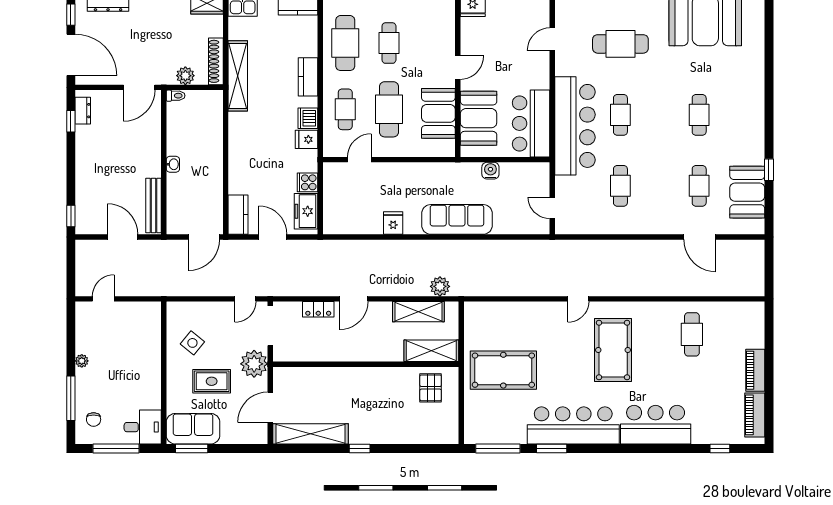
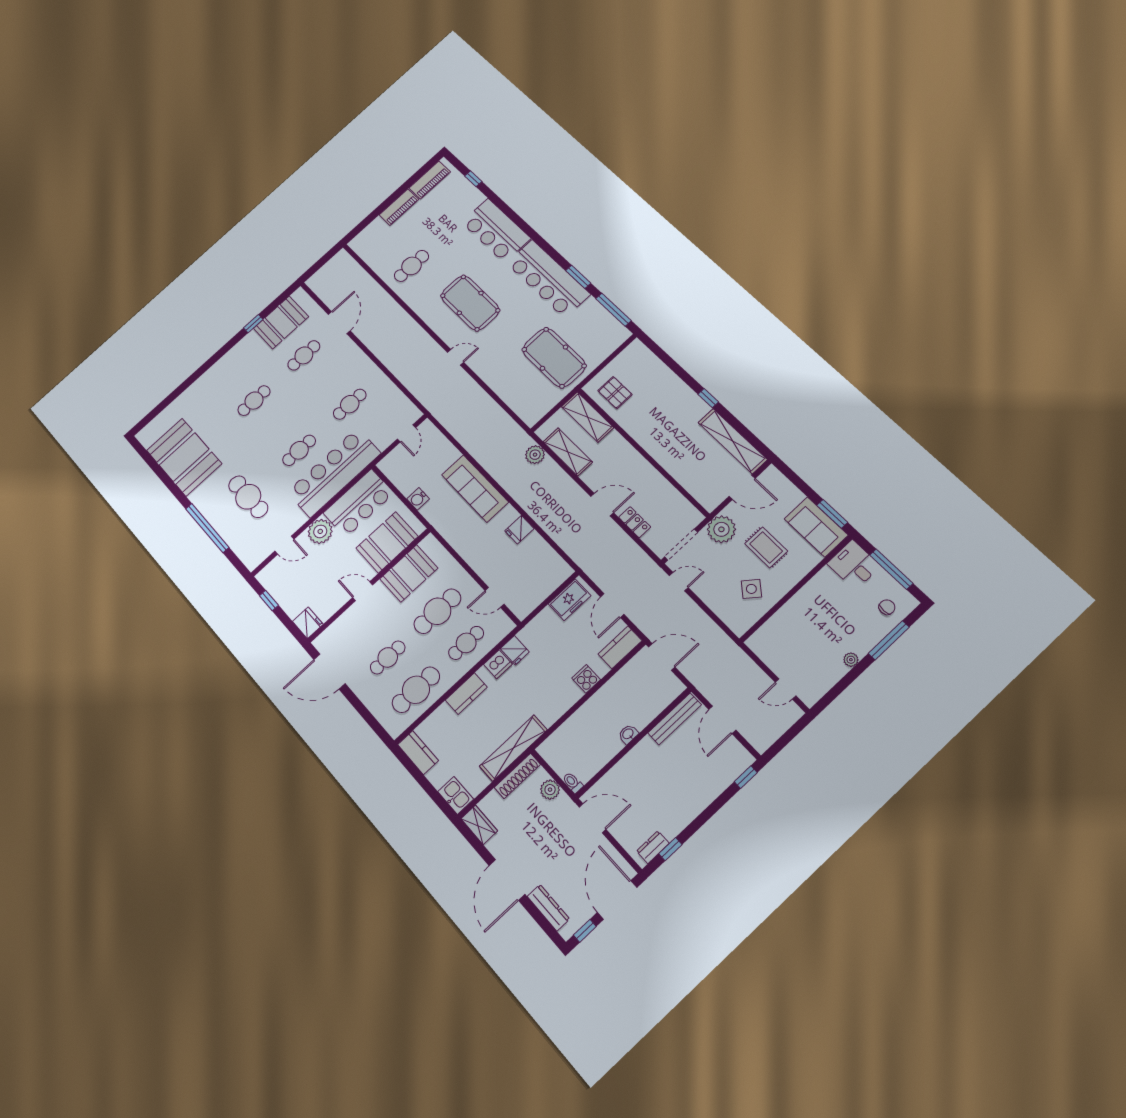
plant: (537, 76) -> (320, 531), added
cooker: (308, 182) -> (586, 679), moved, turned 180
pool table: (613, 350) -> (470, 303), turned 90
pallet: (431, 388) -> (615, 393), turned 90

